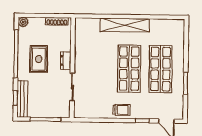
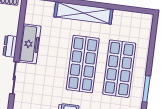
freezer: (82, 57) -> (30, 44), added

